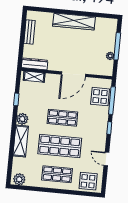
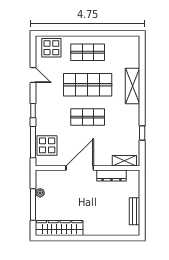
wardrobe: (74, 21) -> (59, 228), moved
dresser: (35, 64) -> (111, 175), moved
plant: (22, 119) -> (133, 111), removed
plant: (19, 179) -> (130, 42), removed

